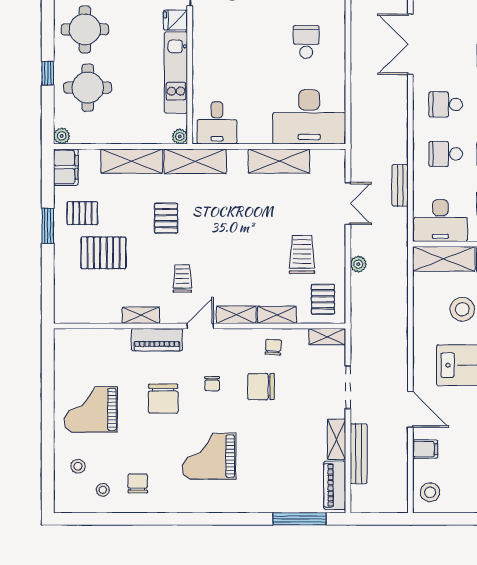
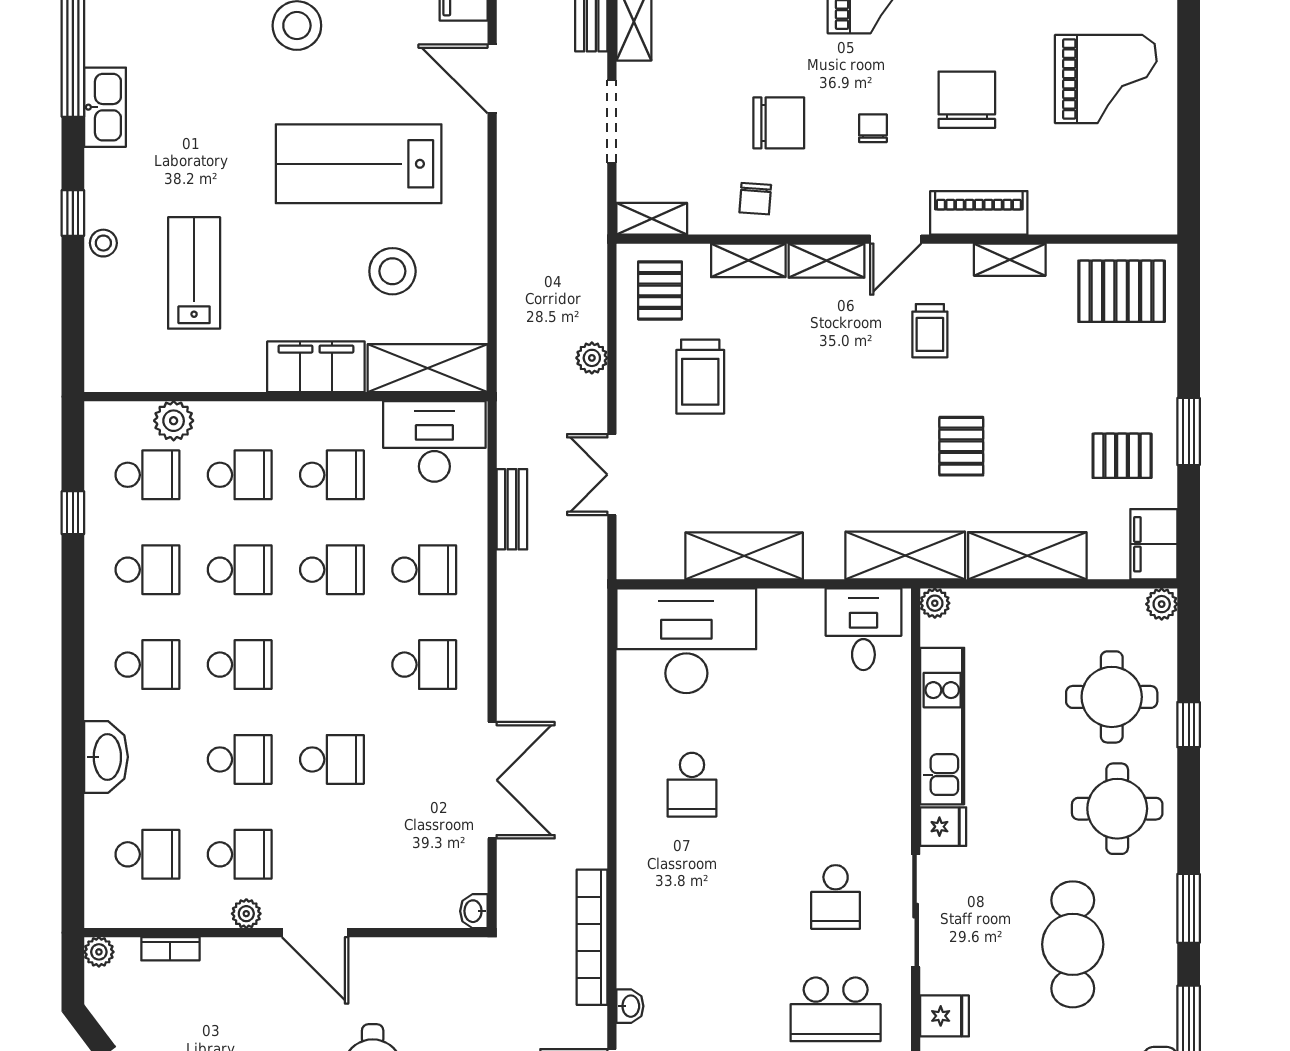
pallet: (103, 253) -> (1122, 291), moved

